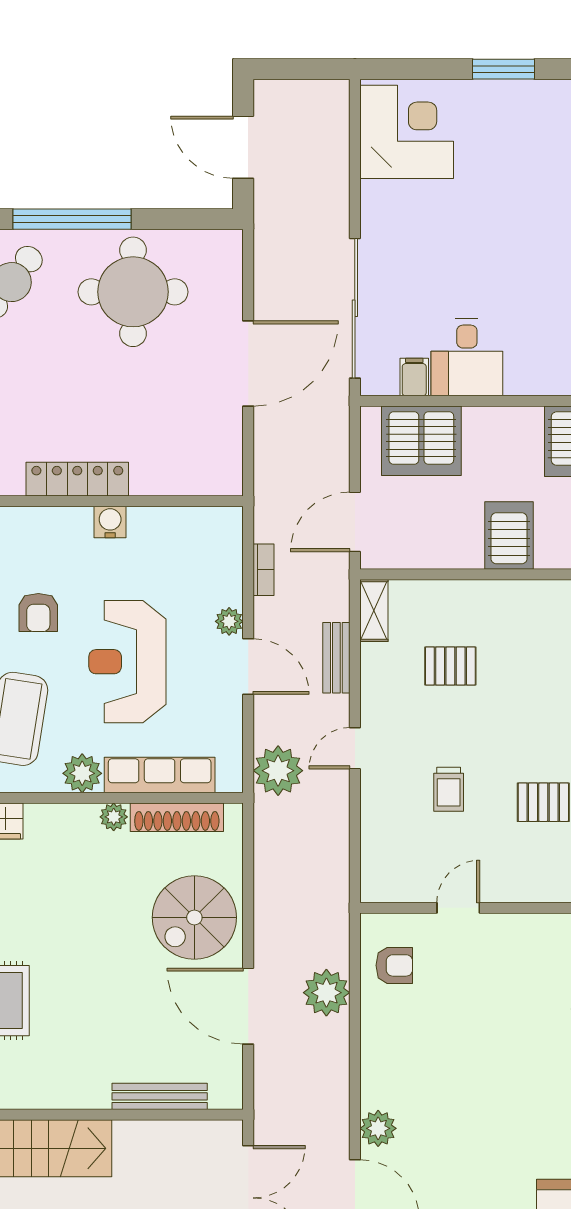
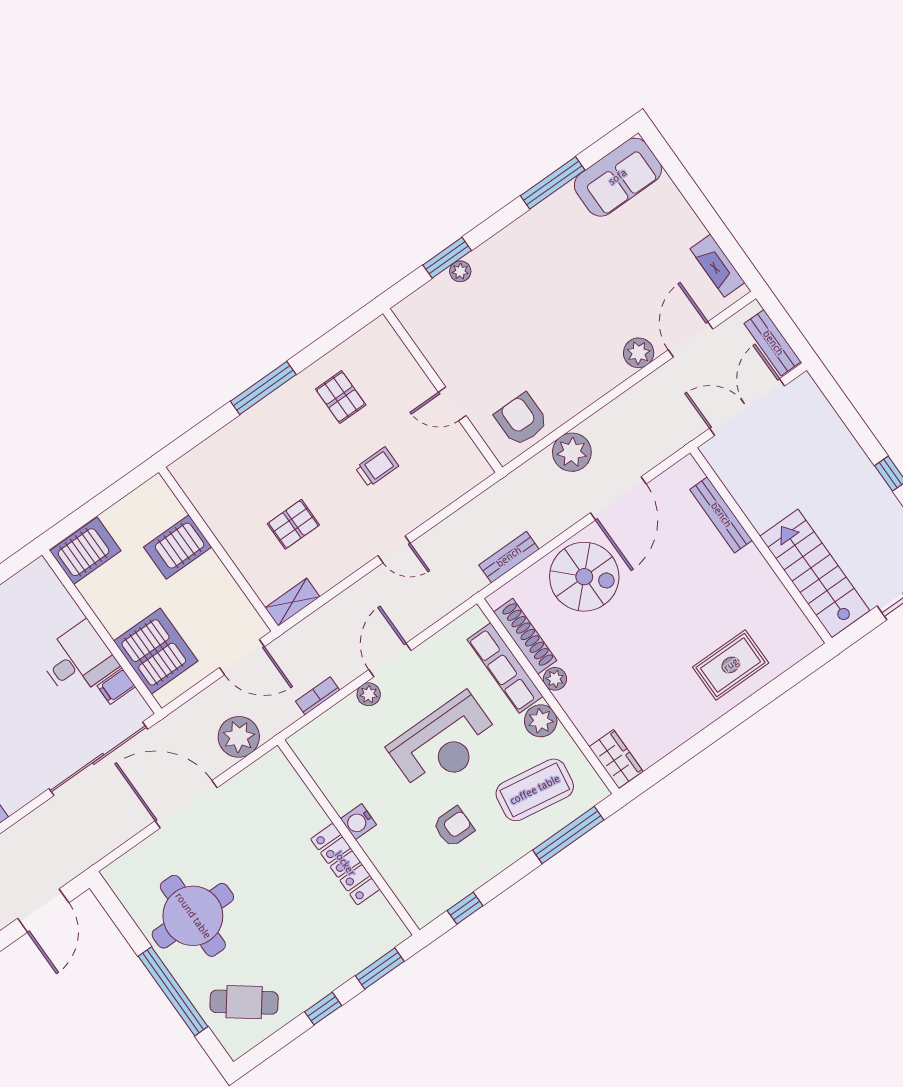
bench: (336, 658) -> (509, 557), moved
pallet: (450, 666) -> (293, 524), turned 90
plant: (278, 771) -> (239, 737), moved
armchair: (394, 965) -> (521, 419), width x1.38, depth x1.38

